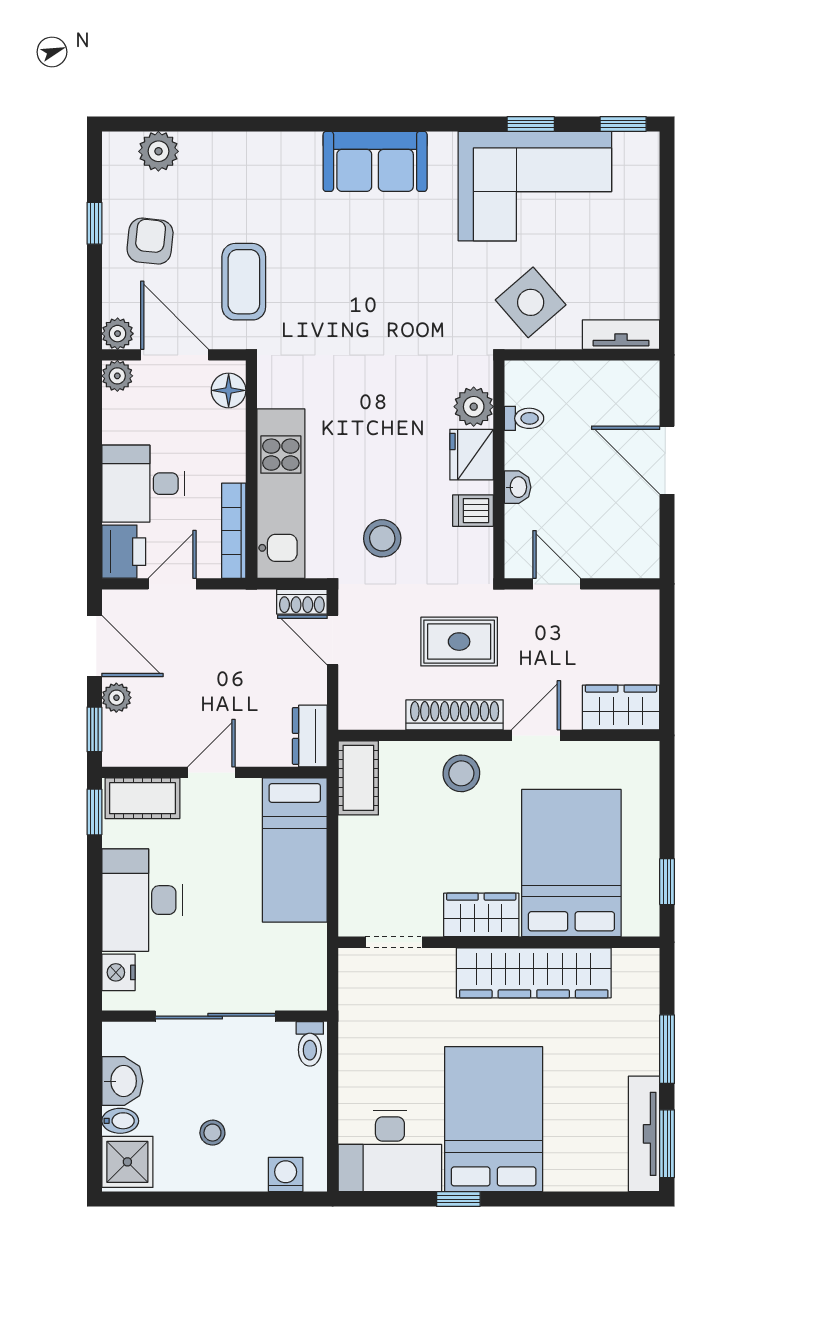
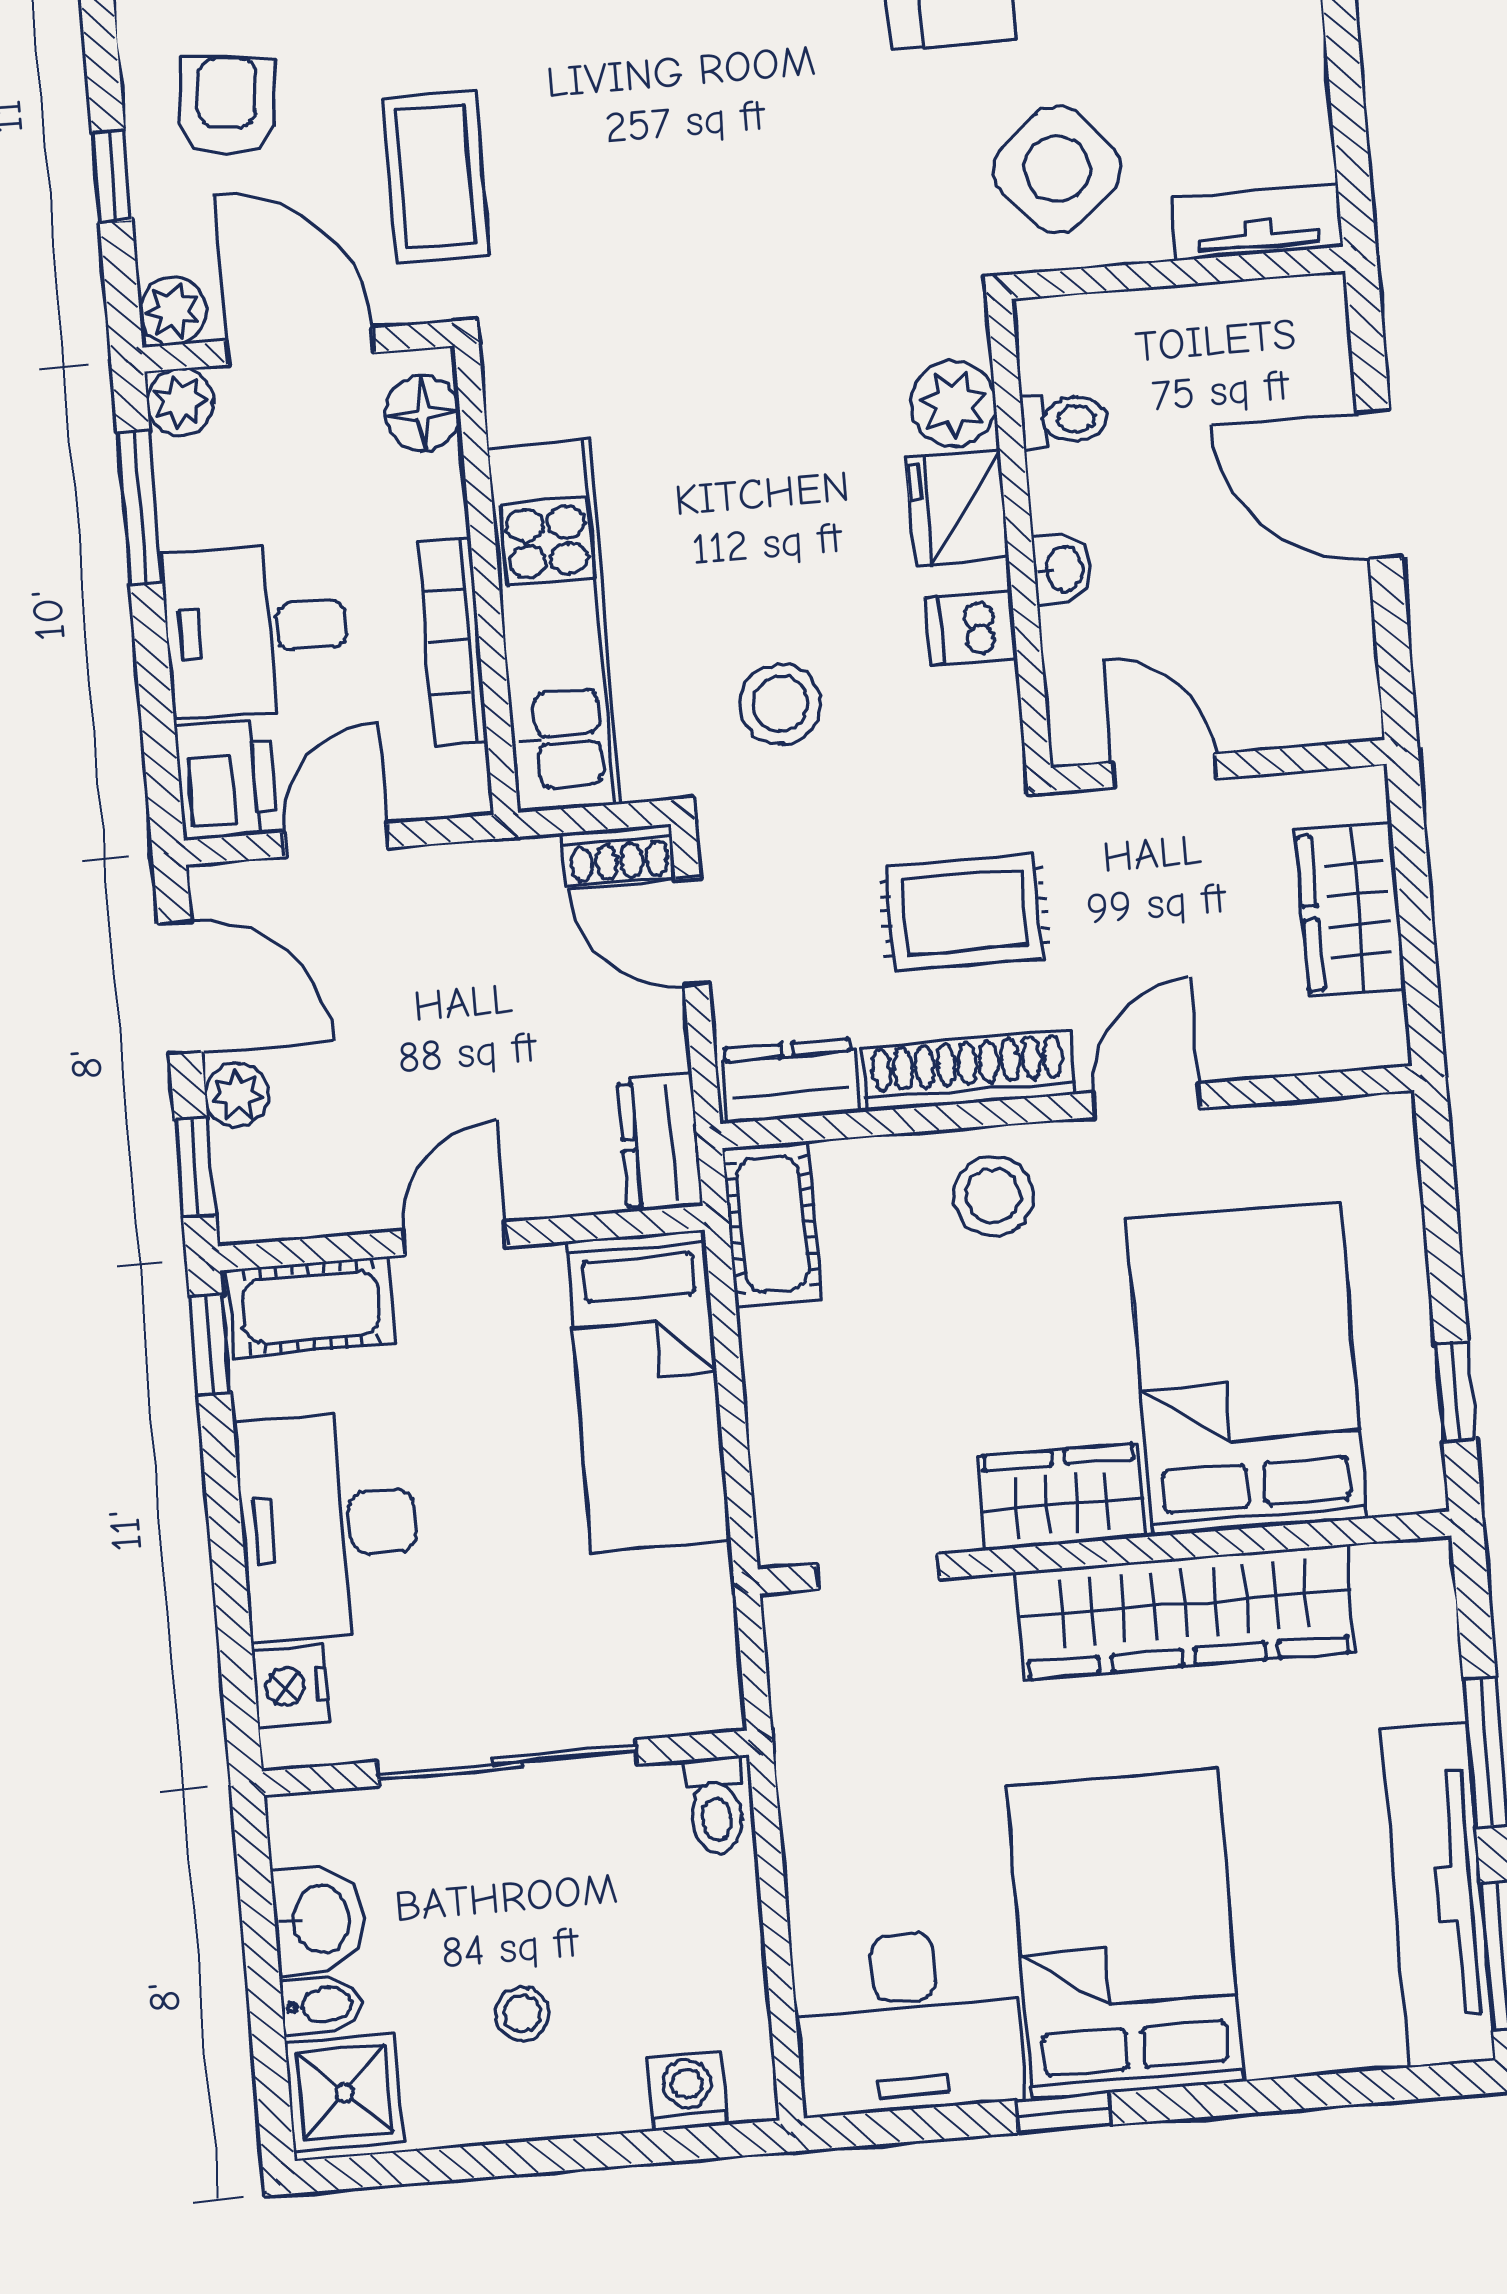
window: (94, 223) -> (112, 177), moved
window: (94, 423) -> (140, 507), added
bookcase: (234, 531) -> (453, 642), moved
wardrobe: (621, 707) -> (1350, 910), moved, turned -90
dresser: (372, 712) -> (790, 1081), added
tv unit: (644, 1134) -> (1438, 1895), width x1.36, depth x1.29

